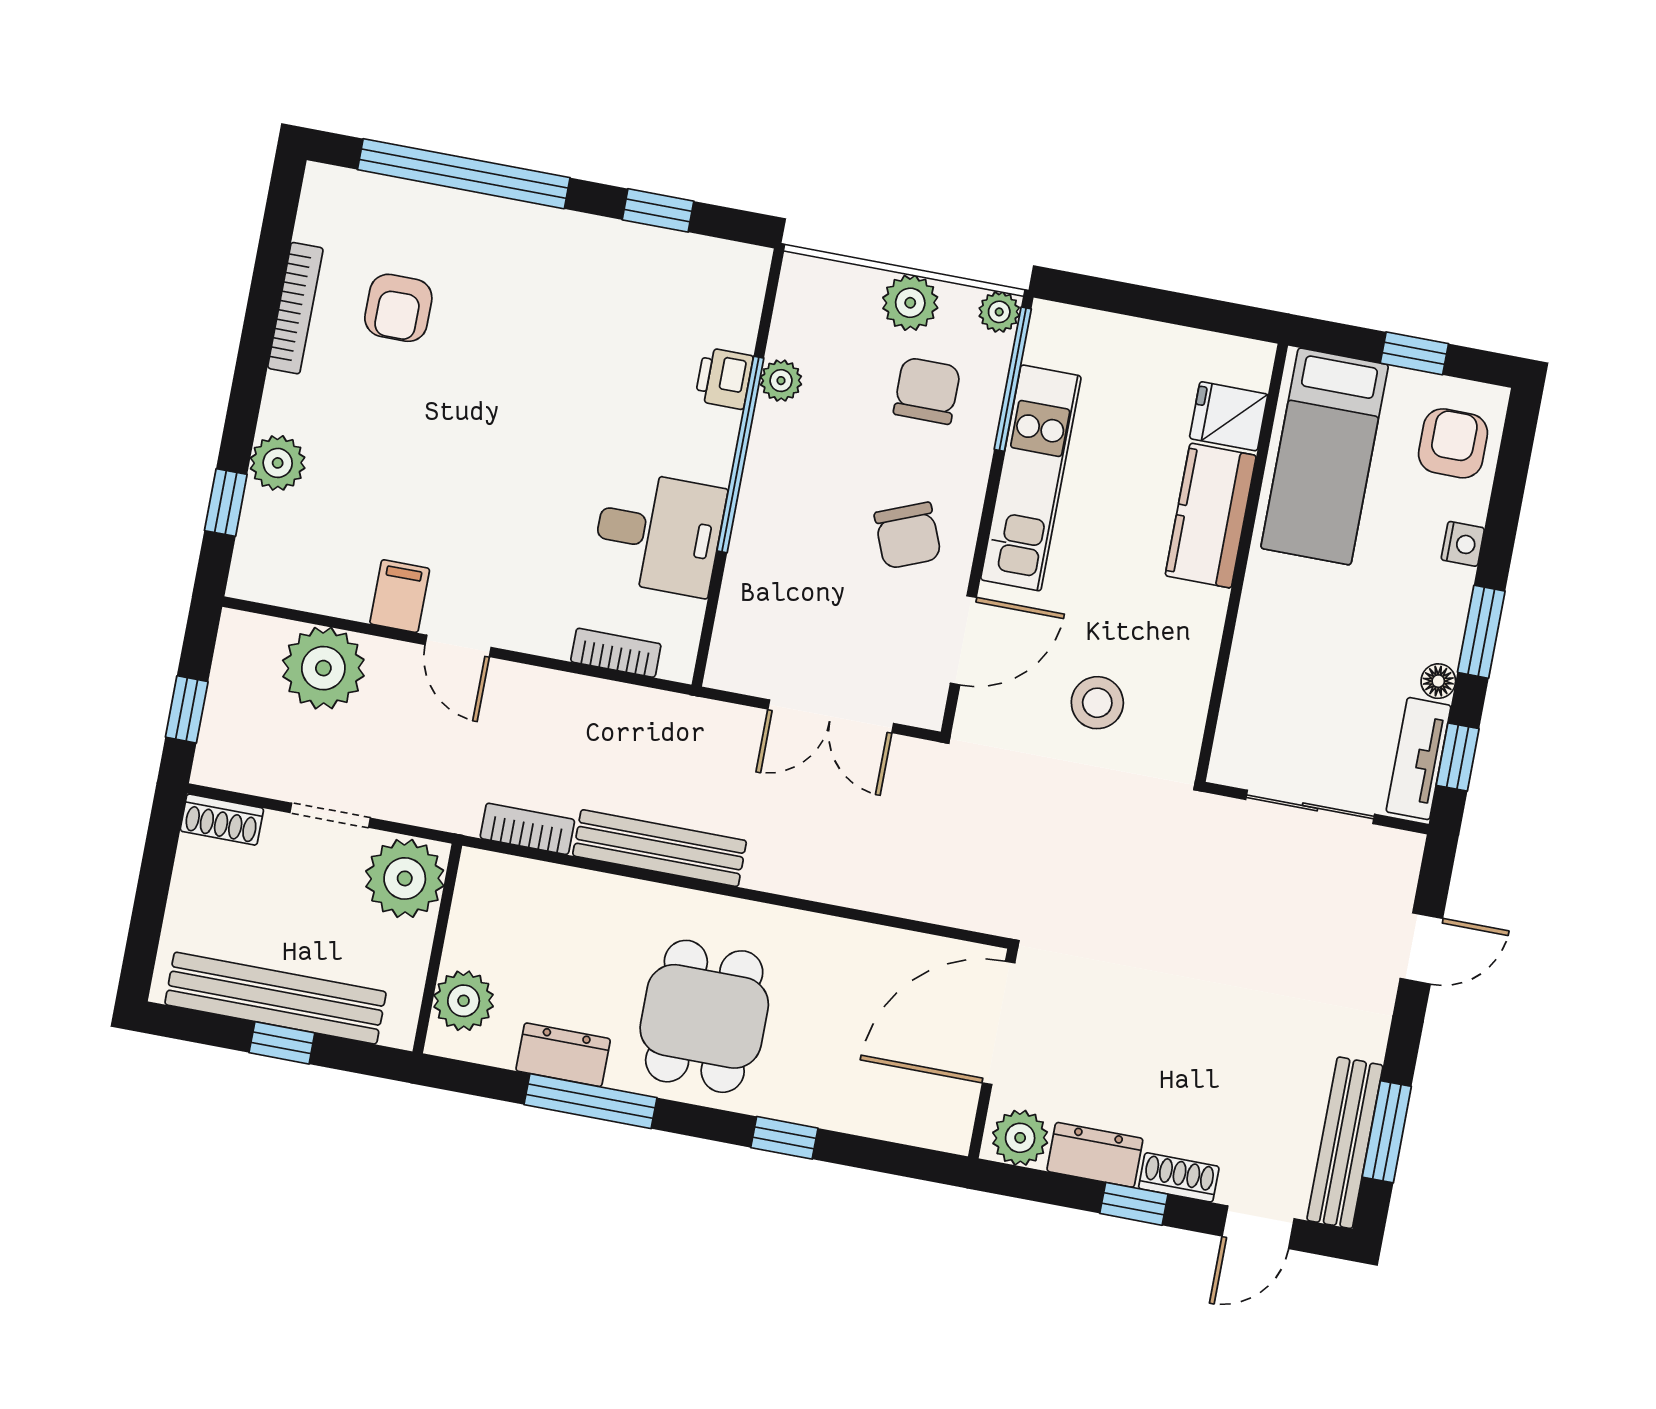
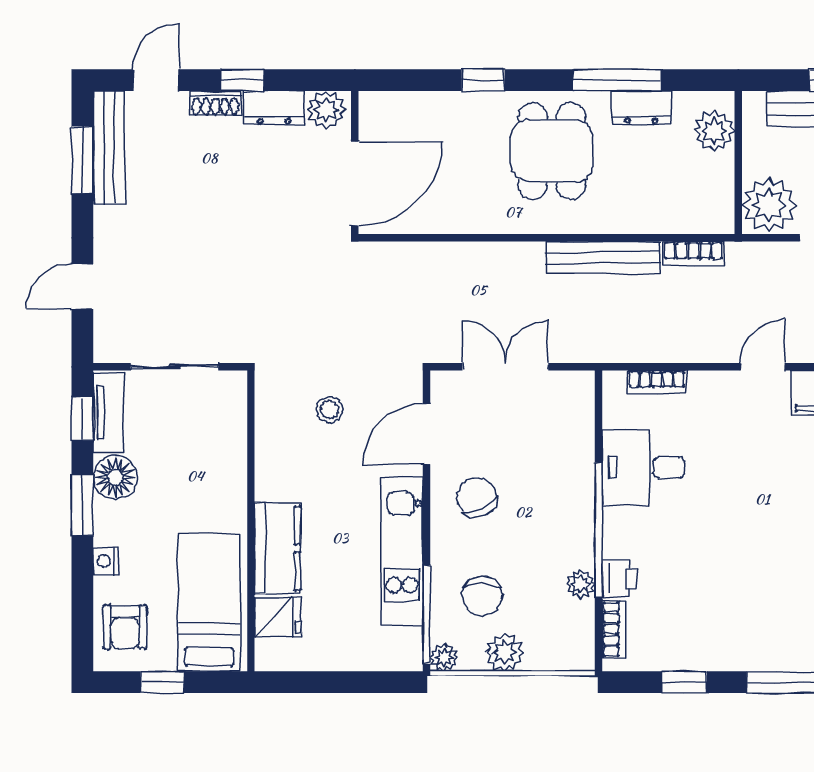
bookcase: (746, 307) -> (614, 629), added
door: (458, 646) -> (763, 367), hinge flipped
floor lamp: (1438, 681) -> (115, 477), width x1.89, depth x1.89
stool: (1097, 703) -> (329, 409), width x0.73, depth x0.73

